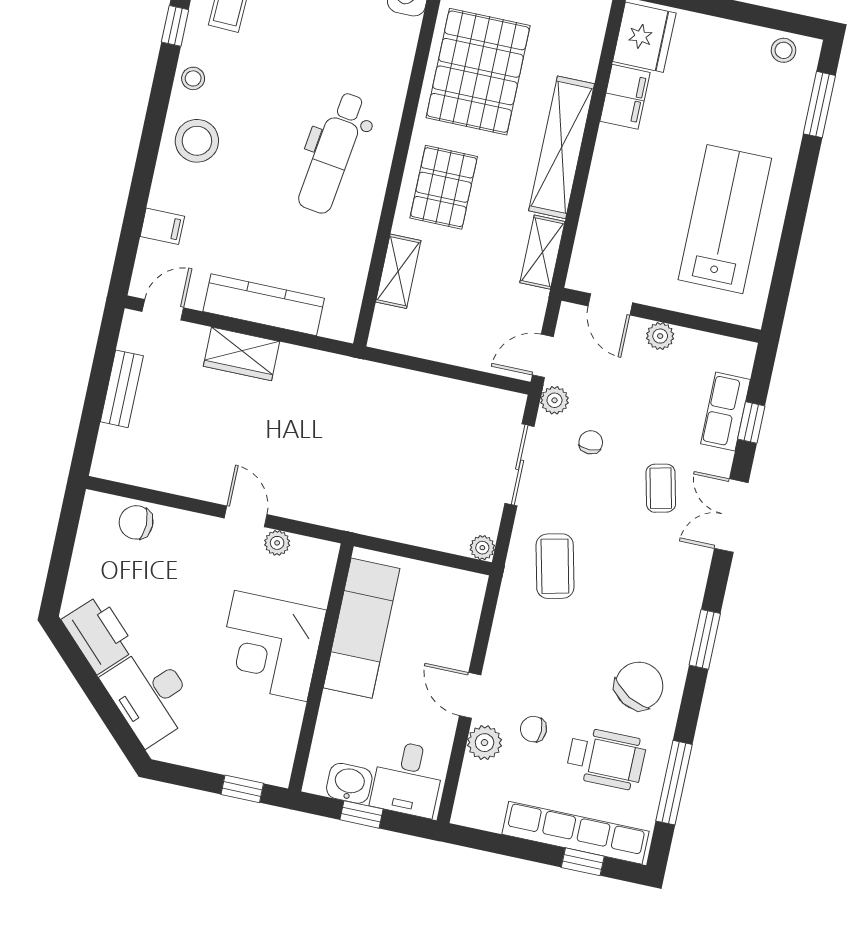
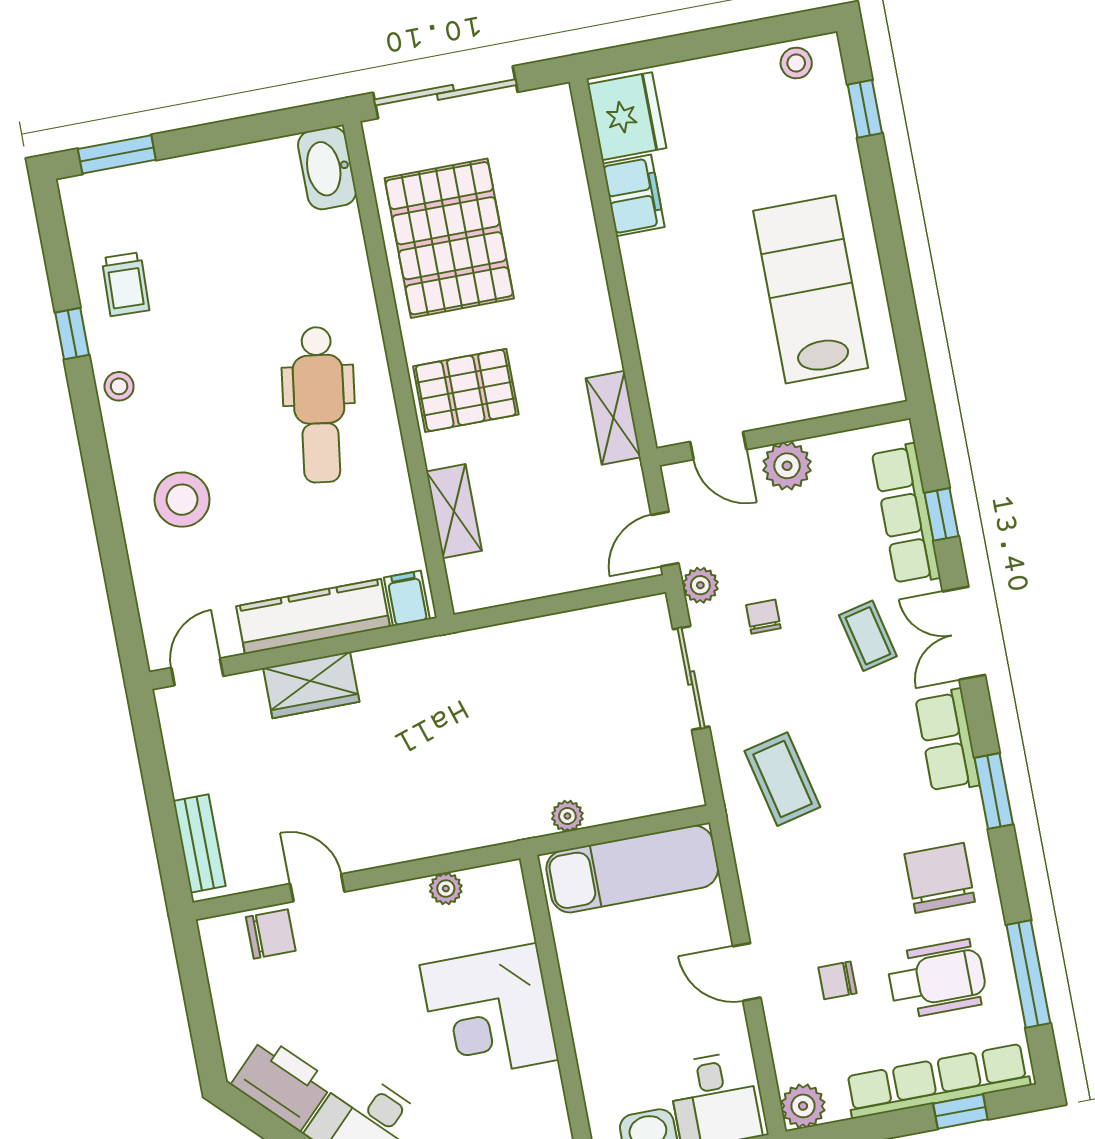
window: (819, 105) -> (865, 109), width x0.67
stool: (197, 141) -> (182, 500), moved
shelving: (562, 147) -> (584, 286), removed
pallet: (444, 187) -> (466, 390), turned 90
filing cabinet: (162, 226) -> (407, 598), moved, turned -90
plant: (660, 336) -> (787, 466), width x1.38, depth x1.38
bench: (122, 389) -> (199, 844), moved
row of seats: (725, 412) -> (906, 514), width x1.48
door: (246, 516) -> (317, 888), moved
chair: (136, 522) -> (271, 934), turned 180
plant: (482, 548) -> (567, 816), moved
row of seats: (686, 589) -> (947, 741), added
exam couch: (362, 628) -> (632, 869), moved, turned 90
chair: (639, 686) -> (940, 878), turned -30
plant: (485, 743) -> (803, 1106), moved

